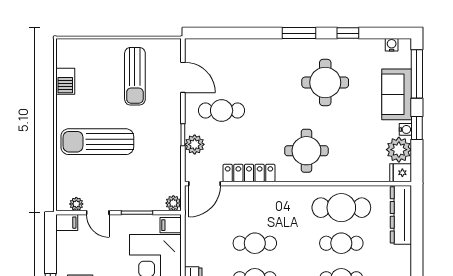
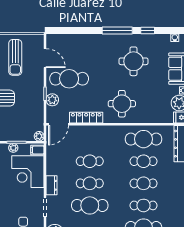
window: (299, 33) -> (117, 31), width x1.44
cafe table: (222, 111) -> (69, 79), width x1.37, depth x1.35
plant: (132, 222) -> (13, 148), added

